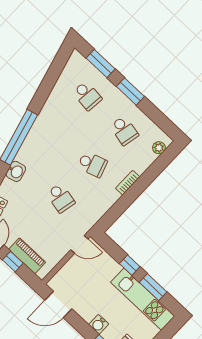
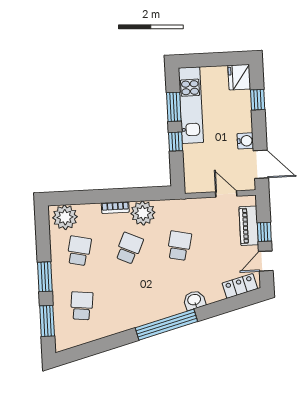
plant: (159, 148) -> (65, 217), width x1.88, depth x1.88
school desk: (92, 164) -> (129, 248), turned 42
plant: (106, 197) -> (143, 213), added
door: (79, 244) -> (226, 194), moved
water cooler: (99, 324) -> (245, 141), moved

